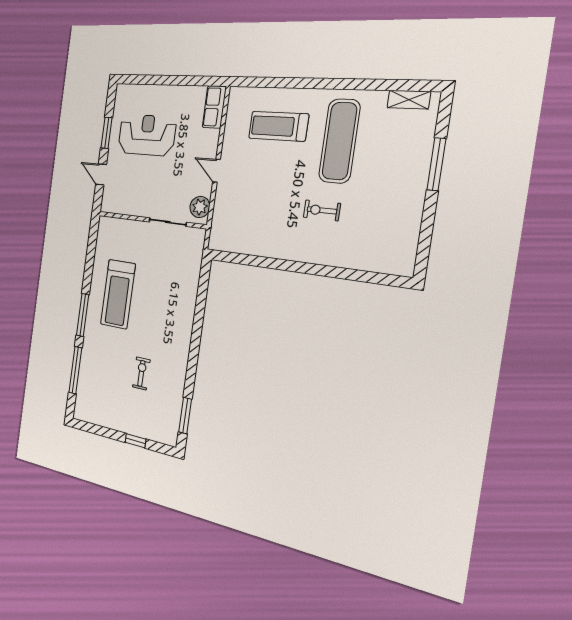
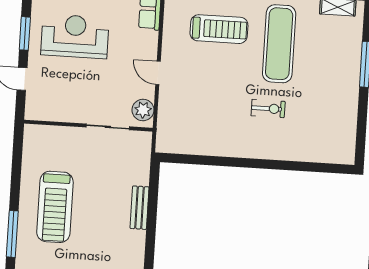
treadmill: (278, 126) -> (219, 29), turned 180
exercise bike: (322, 210) -> (268, 109), turned 180
bench: (189, 302) -> (140, 208), added

